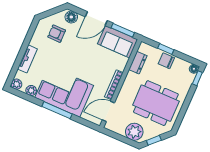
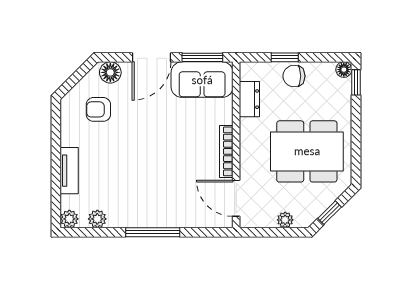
corner sofa: (64, 92) -> (151, 197), removed
door: (108, 111) -> (236, 198), hinge flipped
plant: (134, 132) -> (285, 220), width x0.53, depth x0.53

